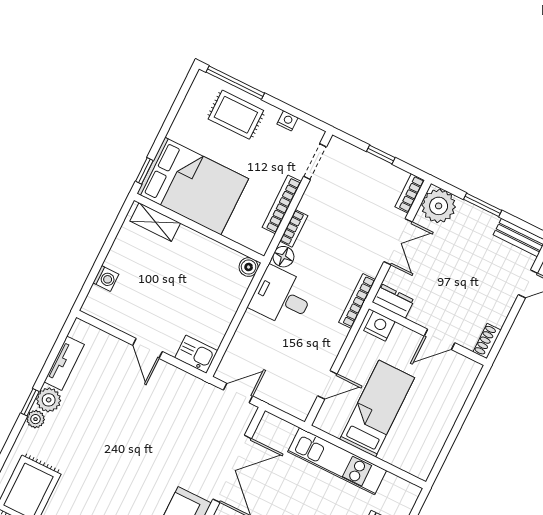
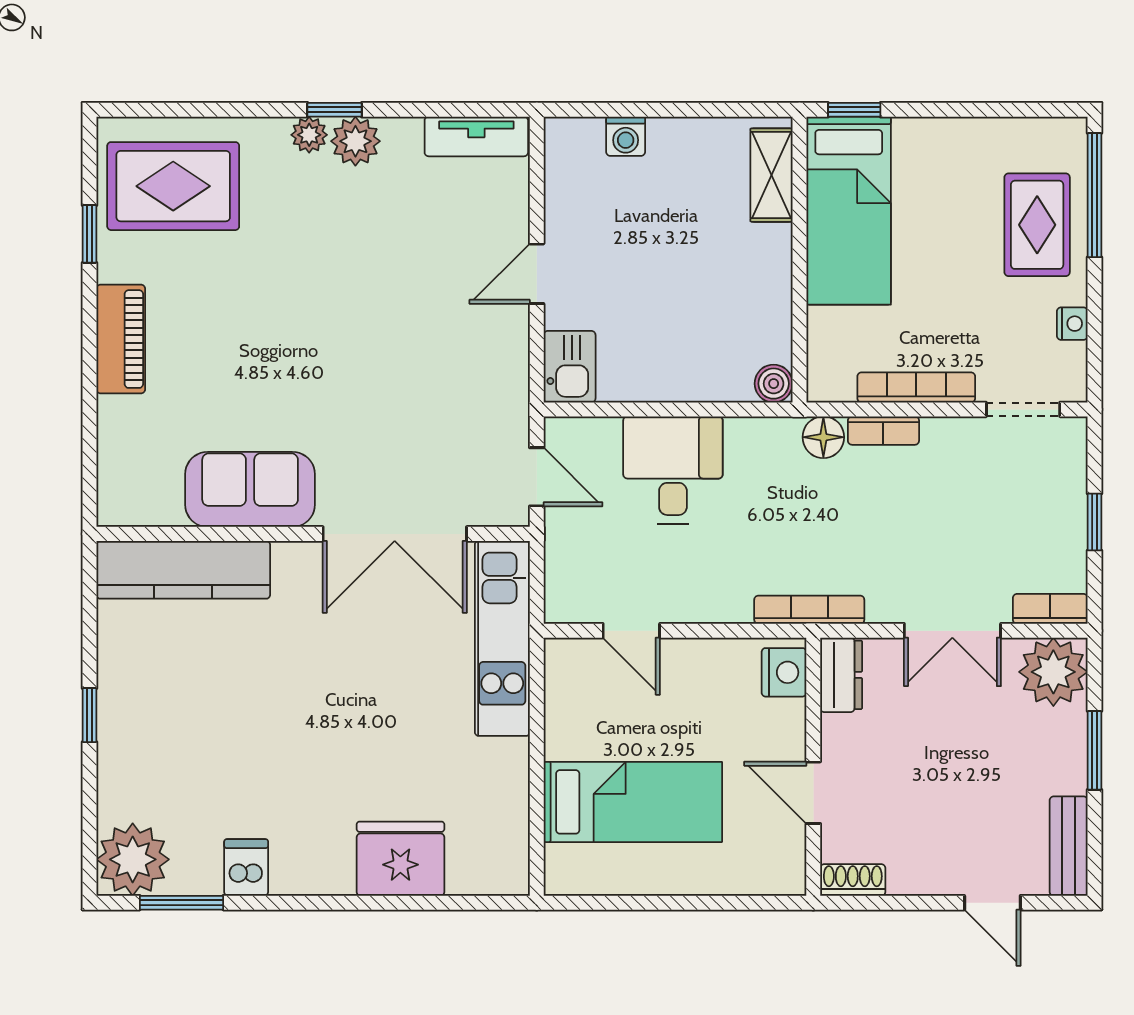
bed: (193, 186) -> (849, 211), width x0.67
desk: (282, 297) -> (673, 470), moved
tv unit: (64, 363) -> (476, 136), moved
bed: (377, 409) -> (633, 802), moved
kitchen unit: (337, 461) -> (502, 638), moved

